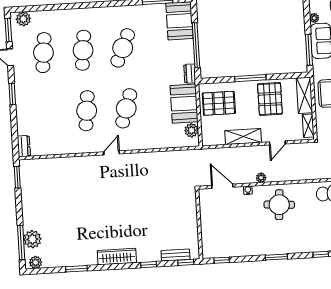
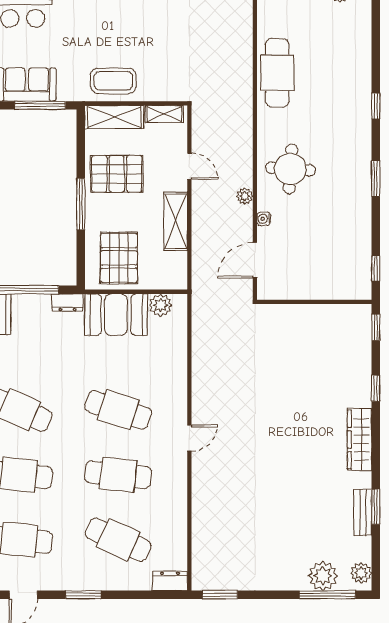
cafe table: (47, 113) -> (118, 540), added
door: (112, 153) -> (189, 438), swing flipped
bench: (176, 255) -> (363, 513), moved

